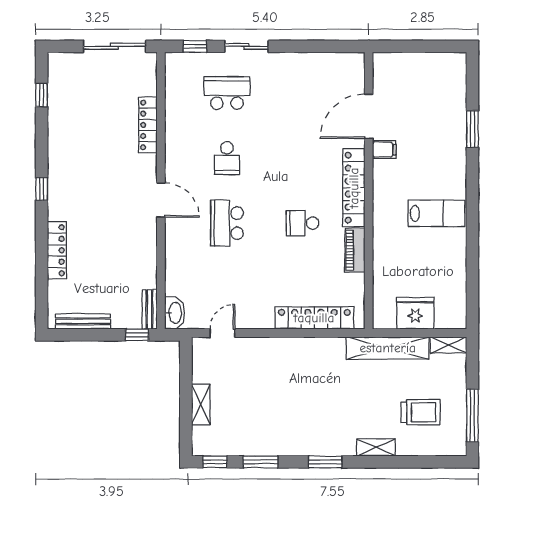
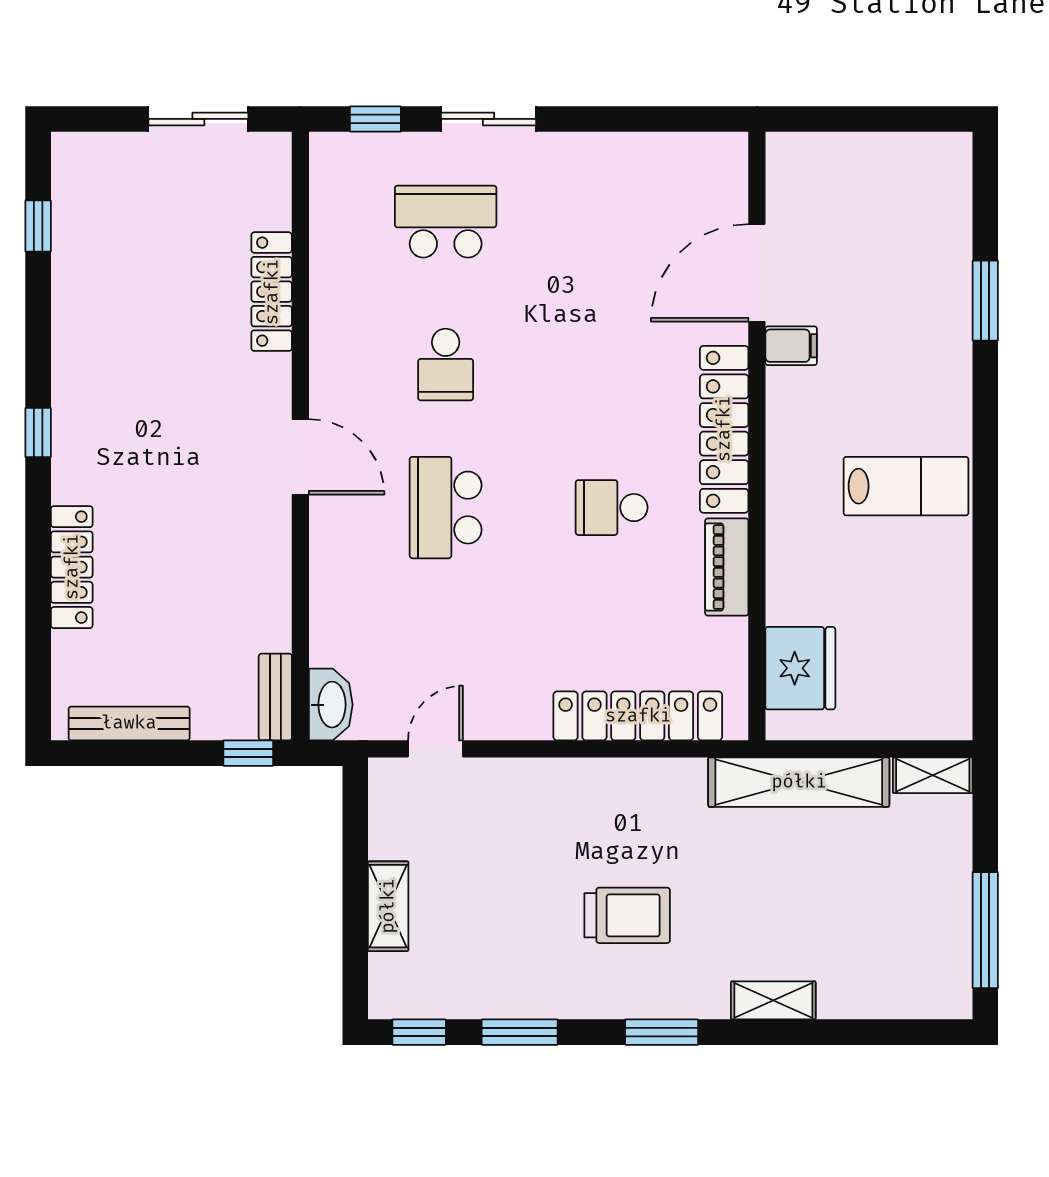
sliding door: (115, 46) -> (198, 119), width x0.73
fridge: (415, 313) -> (800, 668), moved, turned 90
trolley: (421, 412) -> (627, 915), moved

